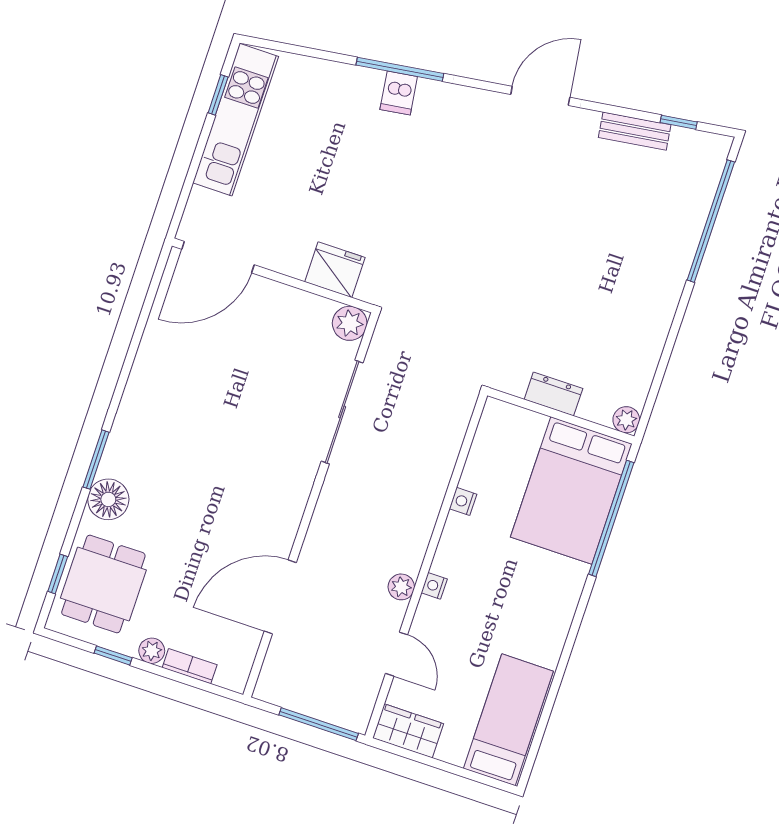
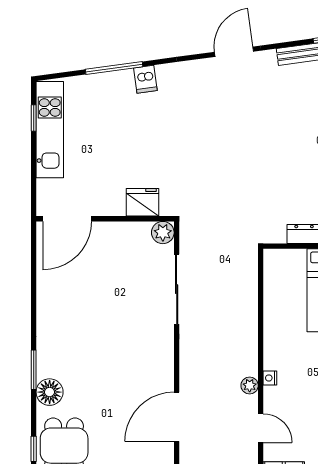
window: (400, 69) -> (114, 68), moved
nightstand: (463, 501) -> (270, 320), removed

